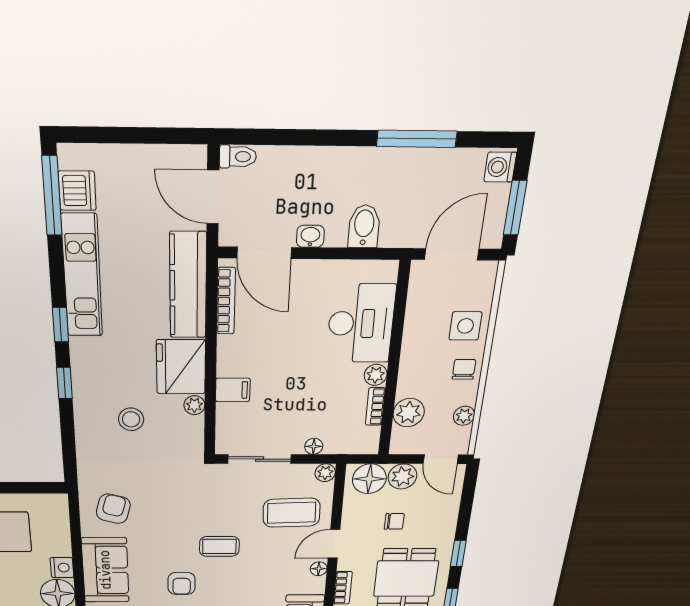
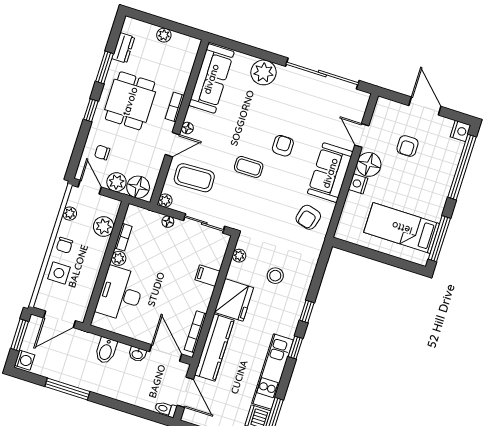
plant: (194, 405) -> (239, 256), moved
chair: (394, 521) -> (102, 153), moved

